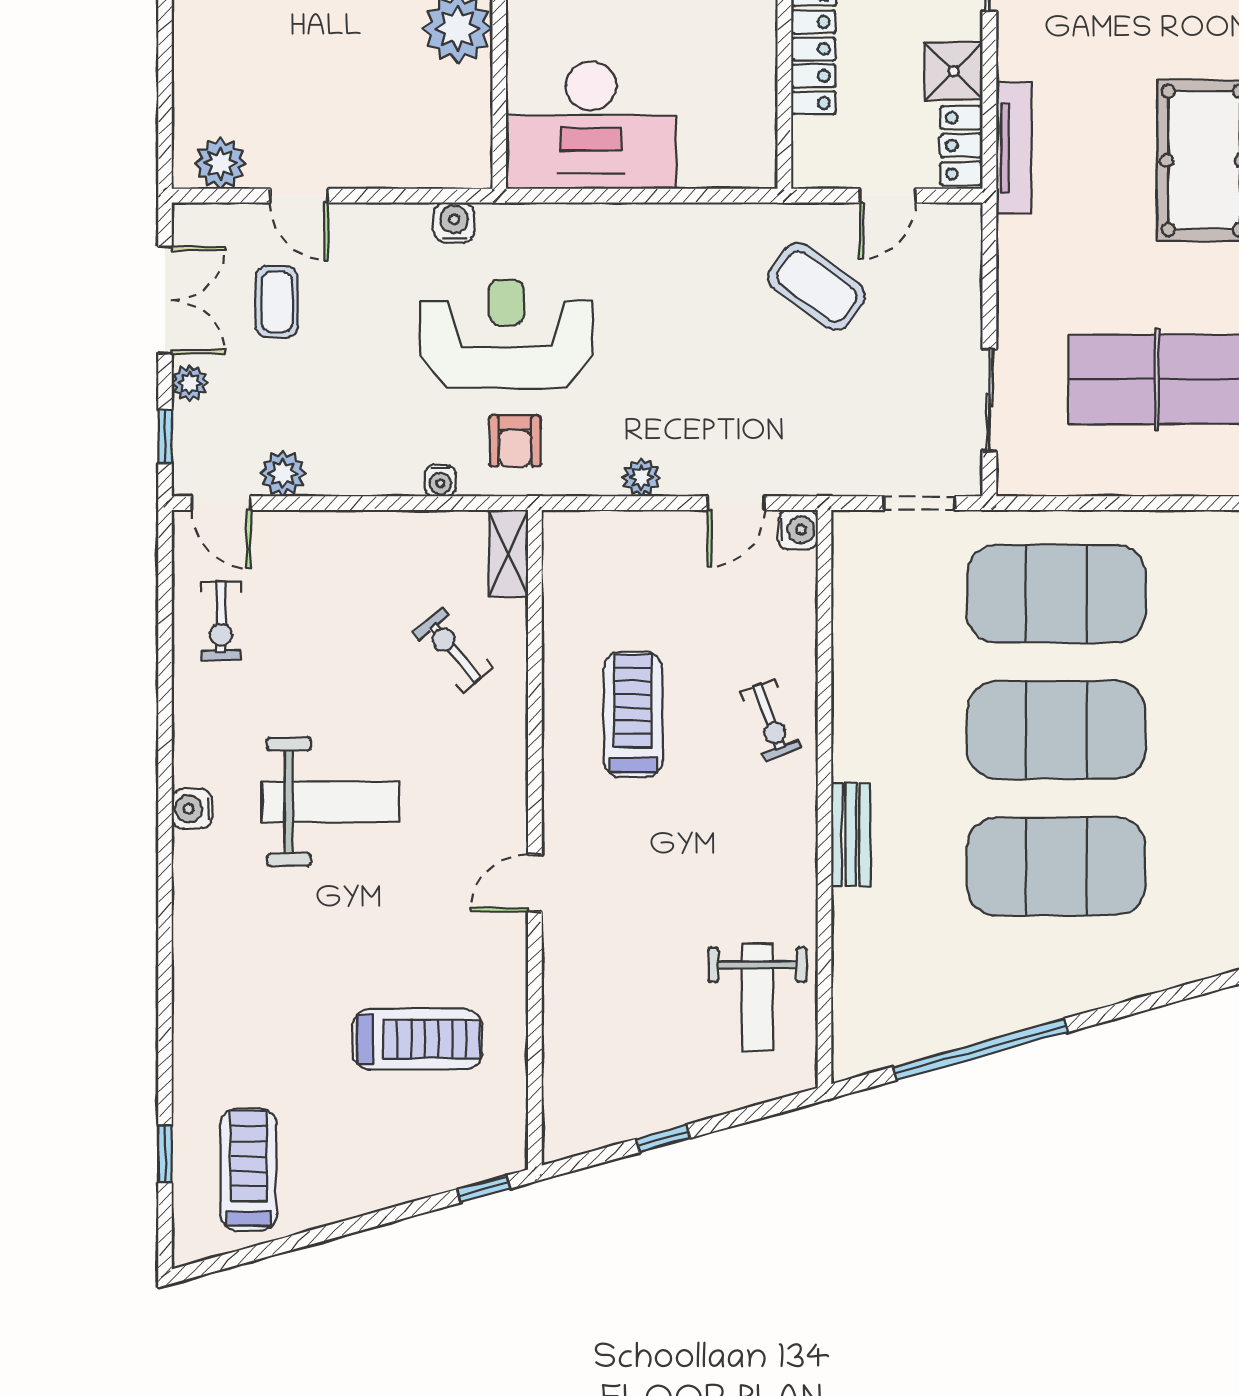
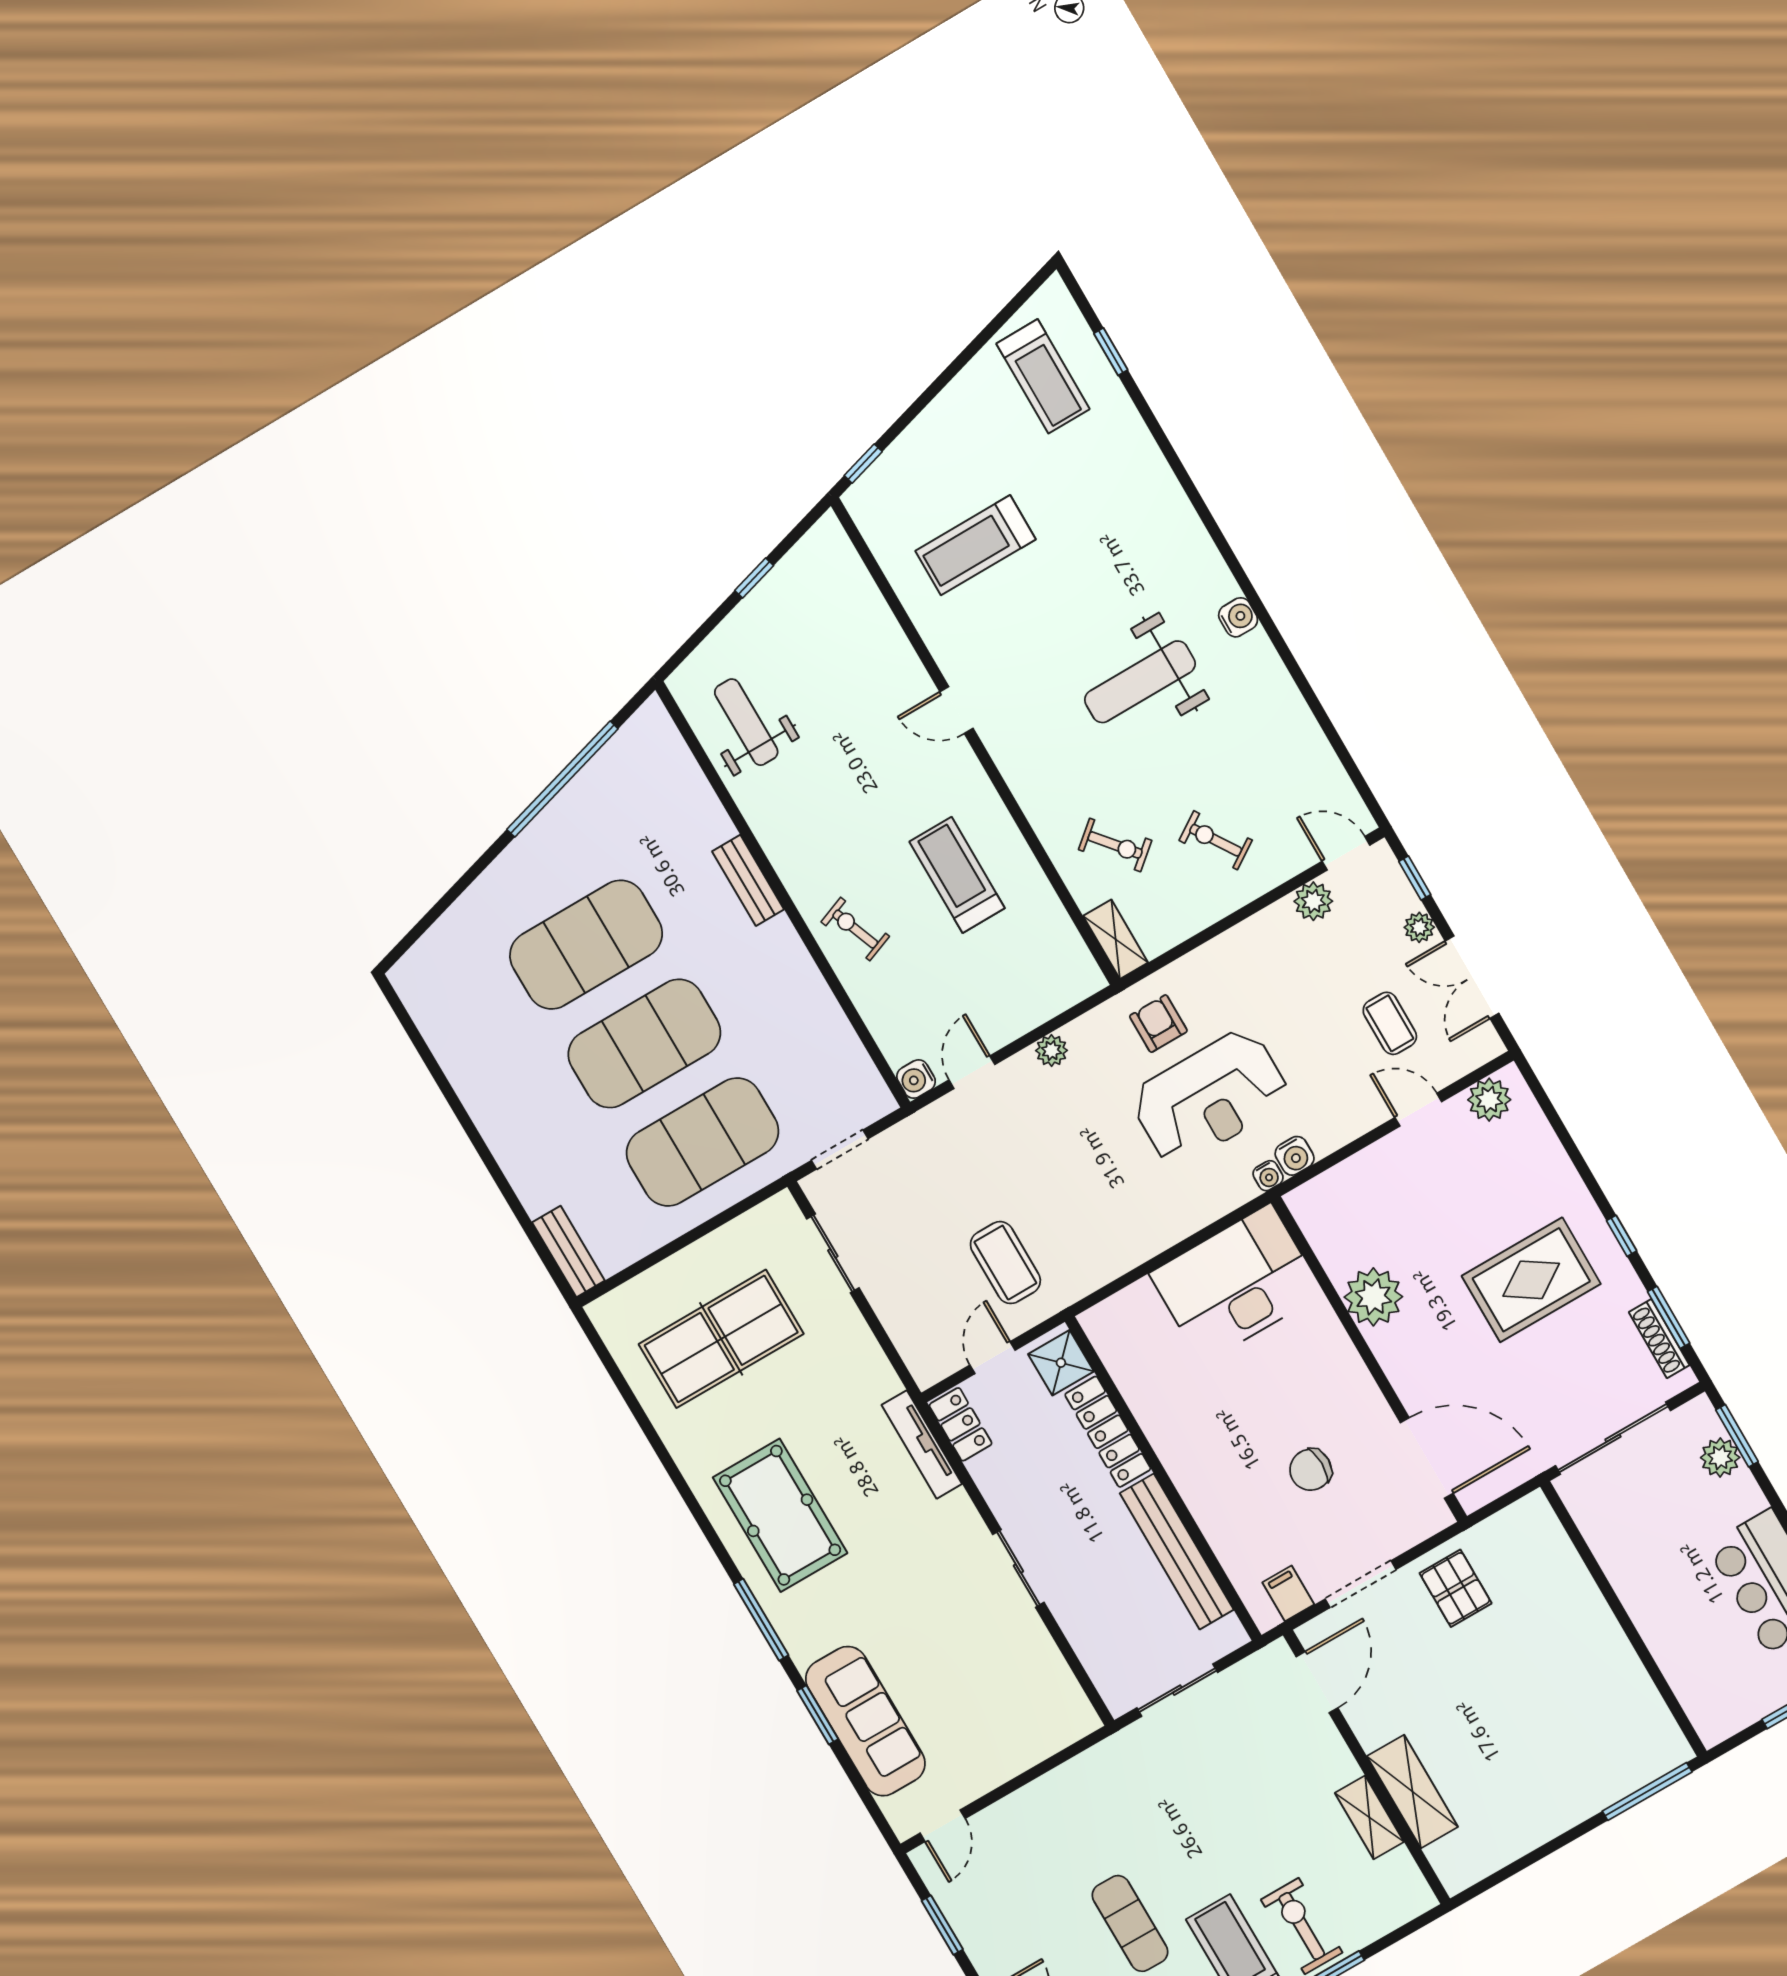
shower: (954, 71) -> (1061, 1363), moved
coffee table: (817, 286) -> (1005, 1263), turned 54
water cooler: (440, 481) -> (1268, 1176), moved, turned 180
exercise bike: (221, 621) -> (1216, 840), moved, turned -33
treadmill: (633, 715) -> (957, 875), turned 180
door: (535, 883) -> (957, 710), swing flipped

